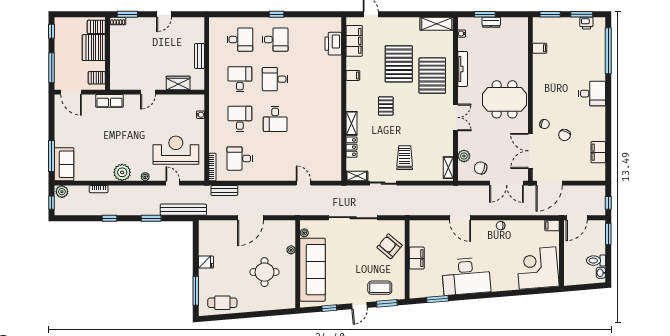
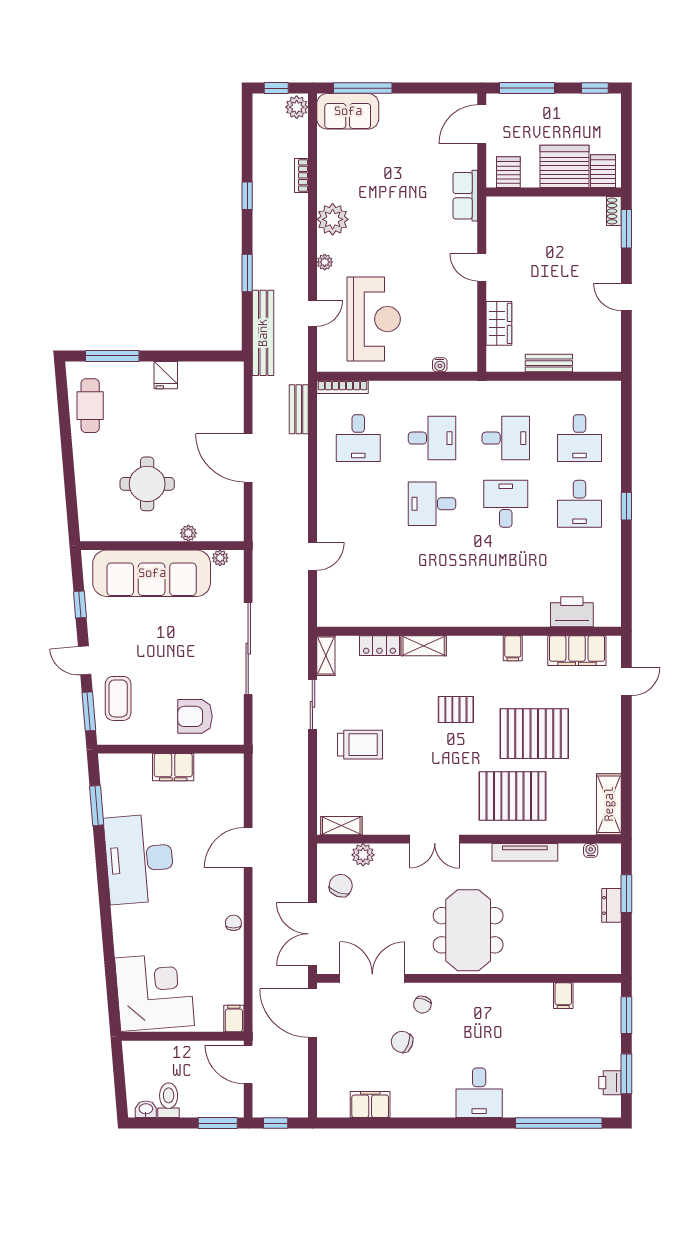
desk: (240, 159) -> (358, 438), turned 180
armchair: (390, 246) -> (195, 716), turned -130

